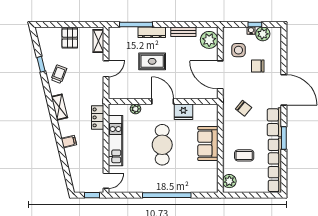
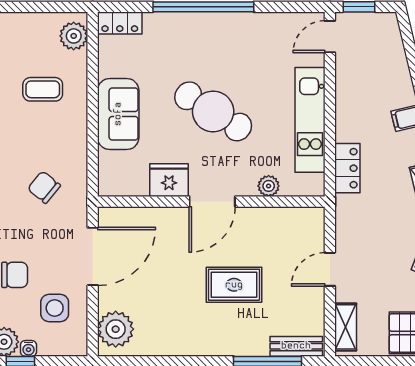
dresser: (152, 32) -> (235, 345), removed
bench: (183, 32) -> (296, 346), moved
door: (220, 75) -> (93, 256), hinge flipped
door: (163, 101) -> (212, 202), hinge flipped
cafe table: (162, 145) -> (213, 111), turned -58
locker: (207, 187) -> (120, 23), added

